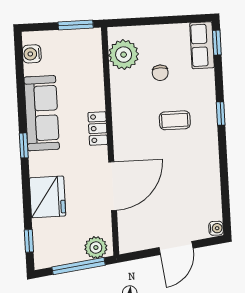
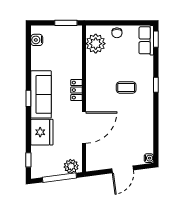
chair: (160, 73) -> (117, 33), moved
sofa: (42, 113) -> (41, 94), moved

